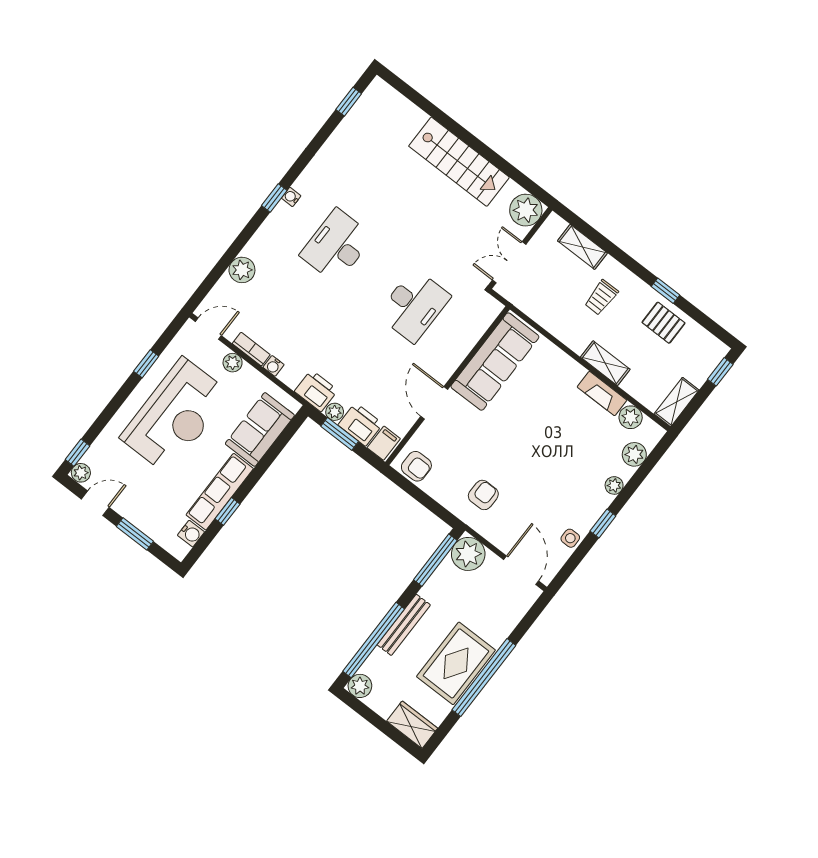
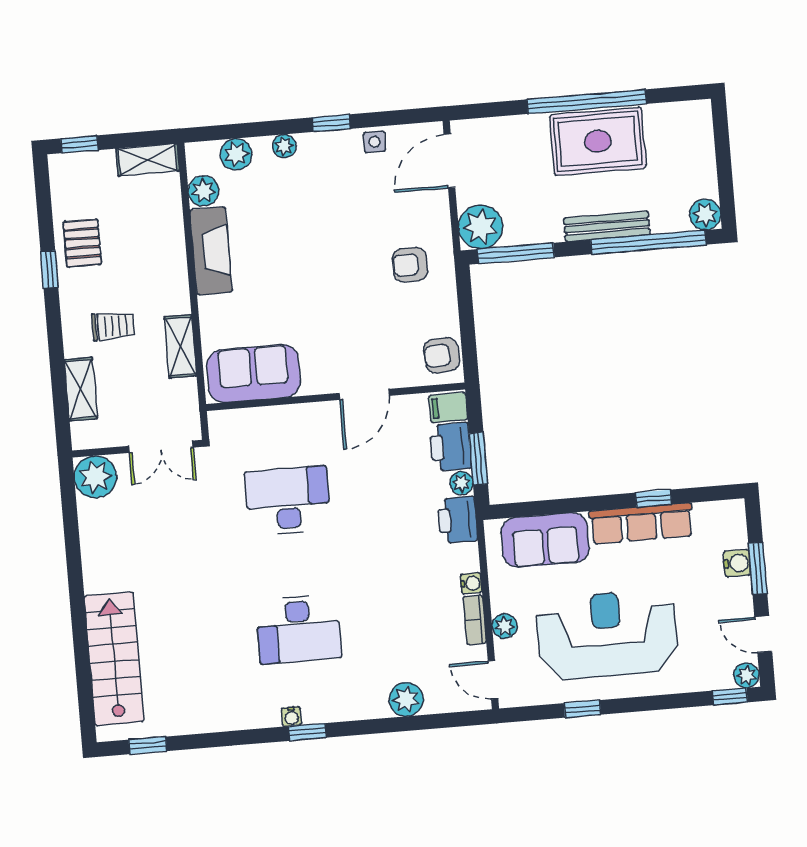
stairs: (459, 162) -> (114, 659), moved
sofa: (495, 362) -> (254, 374), width x0.73
shelving: (605, 363) -> (180, 346), moved
fireplace: (602, 394) -> (211, 251), width x1.37, depth x1.32
armchair: (416, 466) -> (442, 355), turned -94
water cooler: (191, 534) -> (737, 563), moved, turned 90
wardrobe: (412, 725) -> (696, 129), removed

